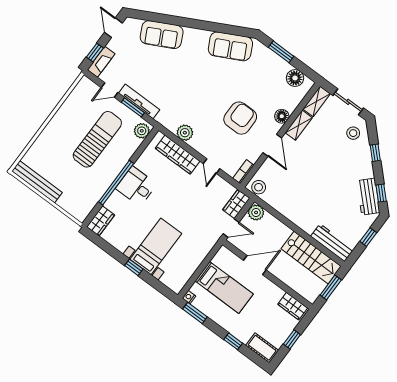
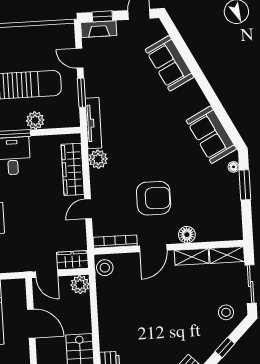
floor lamp: (295, 78) -> (234, 167), moved, width x0.53, depth x0.53
tv unit: (139, 101) -> (93, 123), moved
plant: (142, 131) -> (35, 120), moved
bookcase: (243, 172) -> (115, 242), width x1.56

